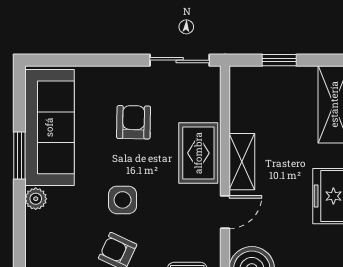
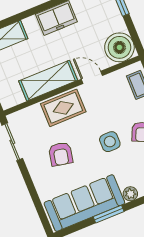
armchair: (134, 122) -> (61, 154), turned -79
shelving: (242, 162) -> (48, 81), width x1.50, depth x1.33

